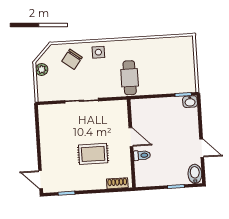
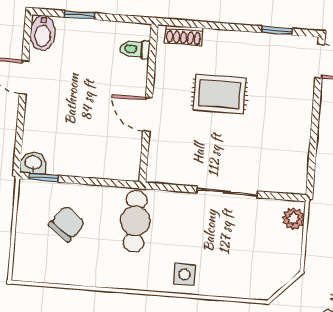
chair: (72, 59) -> (67, 224), moved
plant: (42, 69) -> (293, 219), moved
toilet: (142, 155) -> (135, 49), moved

